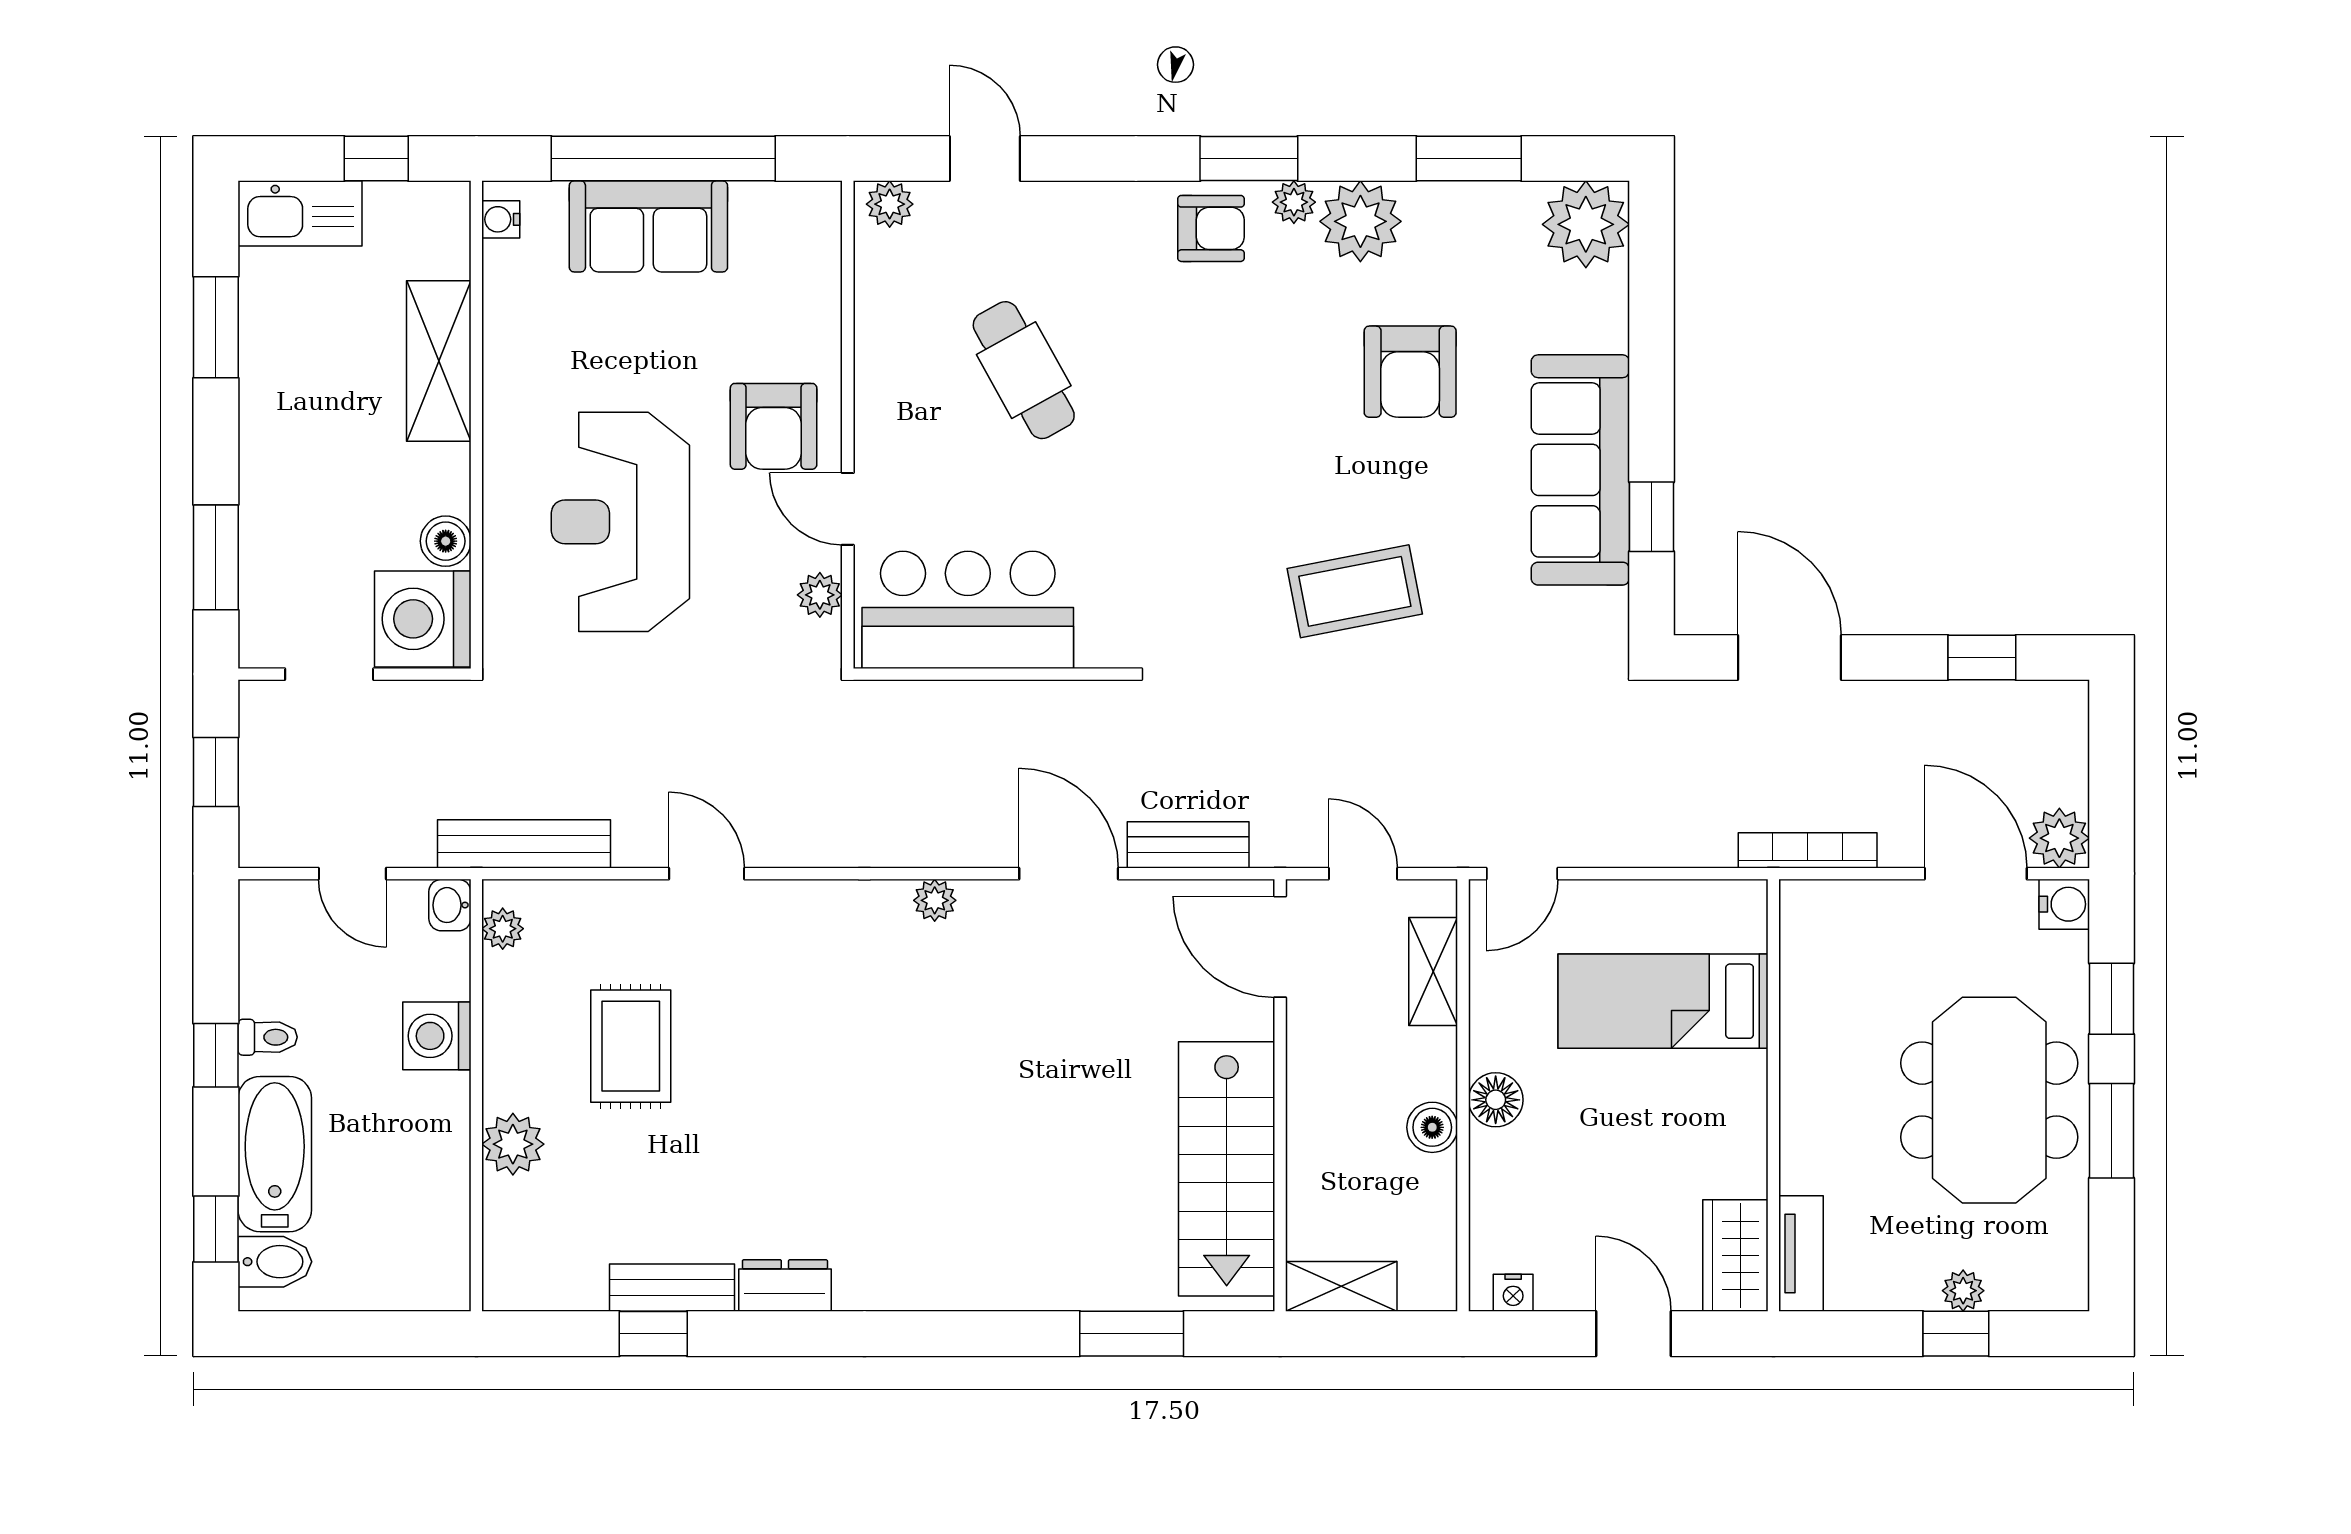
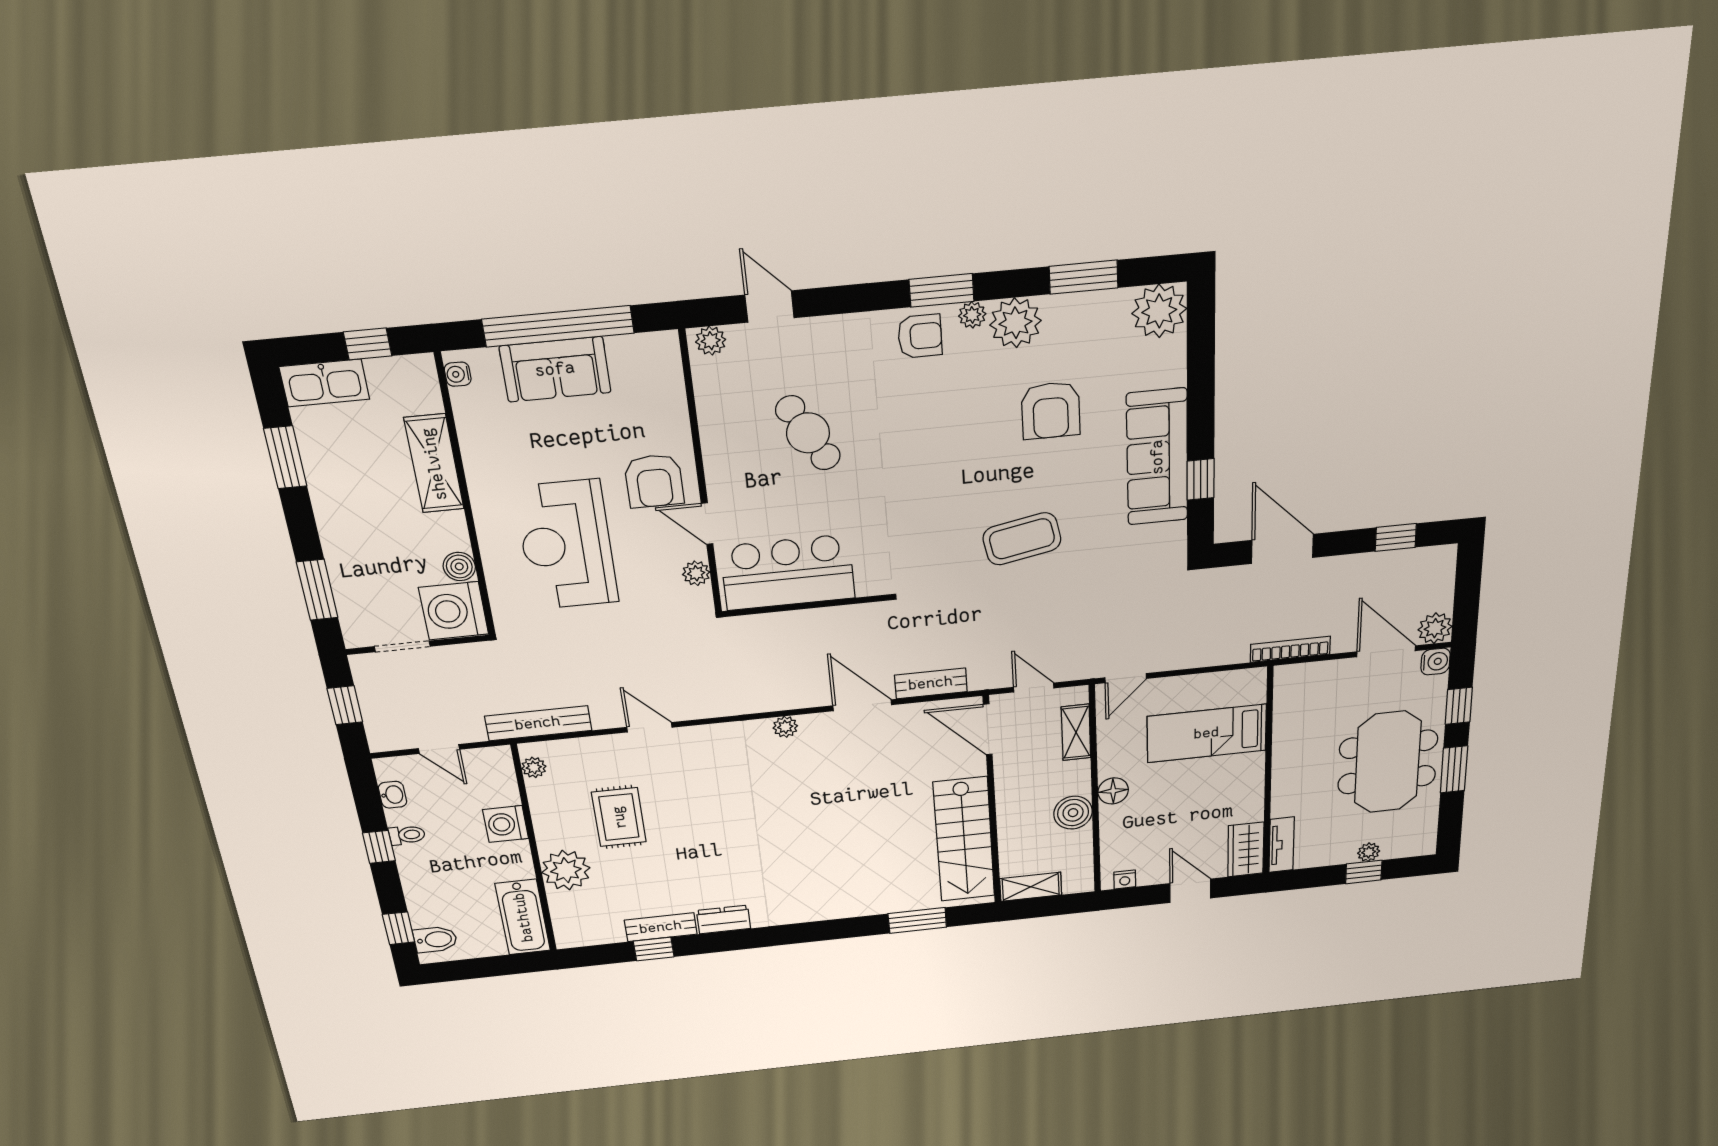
washbasin: (450, 905) -> (393, 795), moved, turned 180
boiler: (1432, 1127) -> (1073, 813), width x1.36, depth x1.36
plant: (513, 1144) -> (566, 870), width x1.36, depth x1.36
bathtub: (275, 1154) -> (523, 917), moved, turned 180

